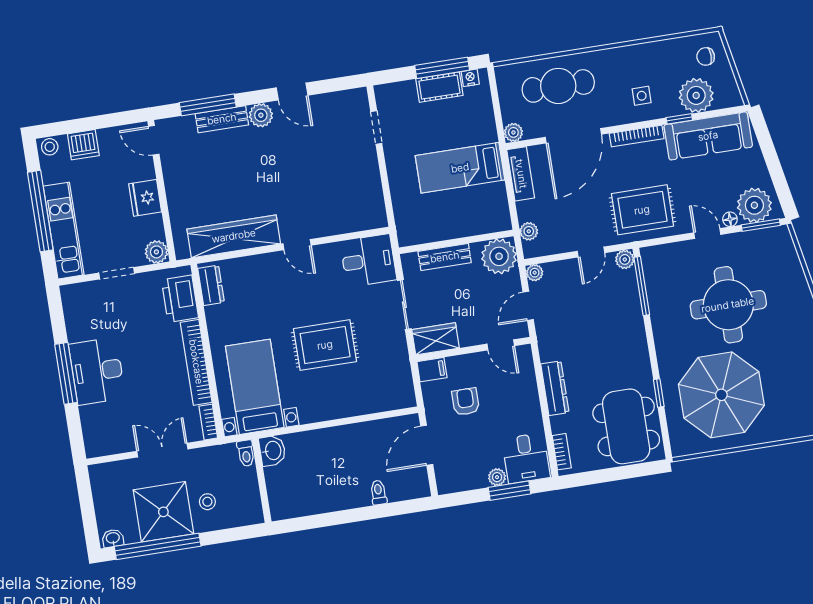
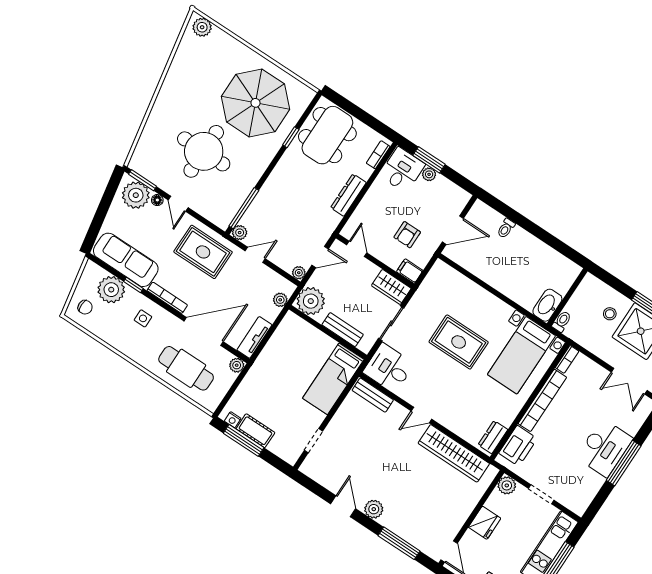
bench: (222, 119) -> (373, 395), moved
bed: (460, 168) -> (333, 379), moved, turned 90
door: (297, 245) -> (421, 415), swing flipped
double door: (162, 450) -> (629, 381), moved
washbasin: (272, 451) -> (547, 305), width x1.38

